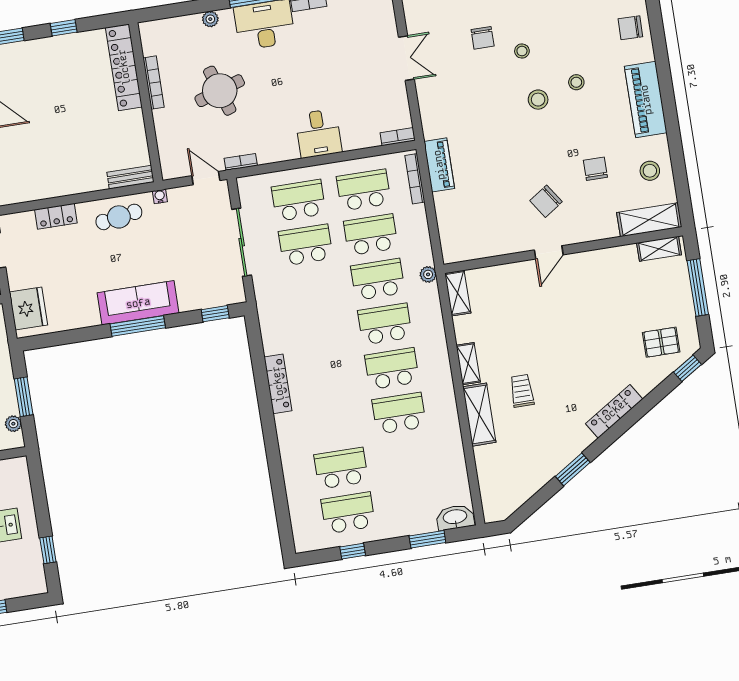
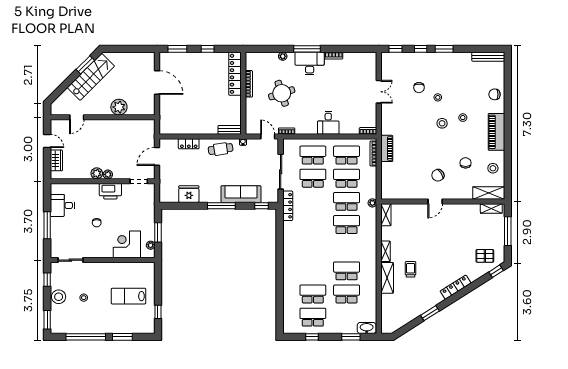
sofa: (138, 303) -> (241, 194), moved
fridge: (28, 309) -> (189, 194), moved, turned -90
school desk: (392, 369) -> (347, 294), moved
locker: (278, 384) -> (288, 206), moved

